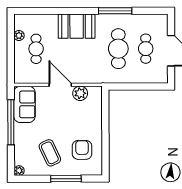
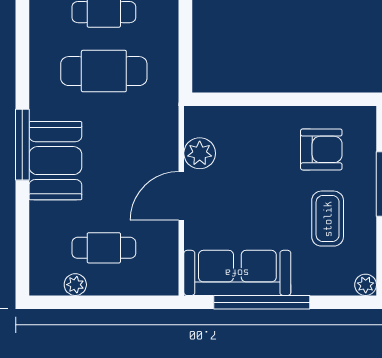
window: (115, 11) -> (22, 145), moved
sofa: (24, 104) -> (237, 273), width x1.36
armchair: (82, 150) -> (321, 149), turned 180
coffee table: (50, 153) -> (328, 219), turned -65

